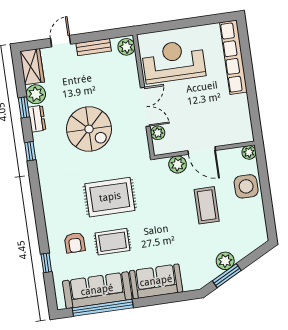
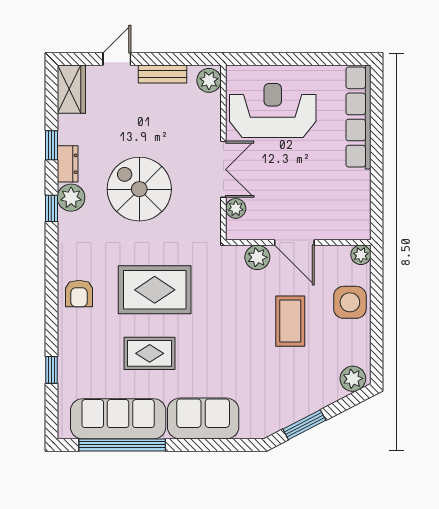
plant: (36, 94) -> (71, 198), moved
spiral stairs: (89, 129) -> (139, 189), turned 180
armchair: (75, 243) -> (79, 294), moved
plant: (225, 261) -> (353, 379), moved

